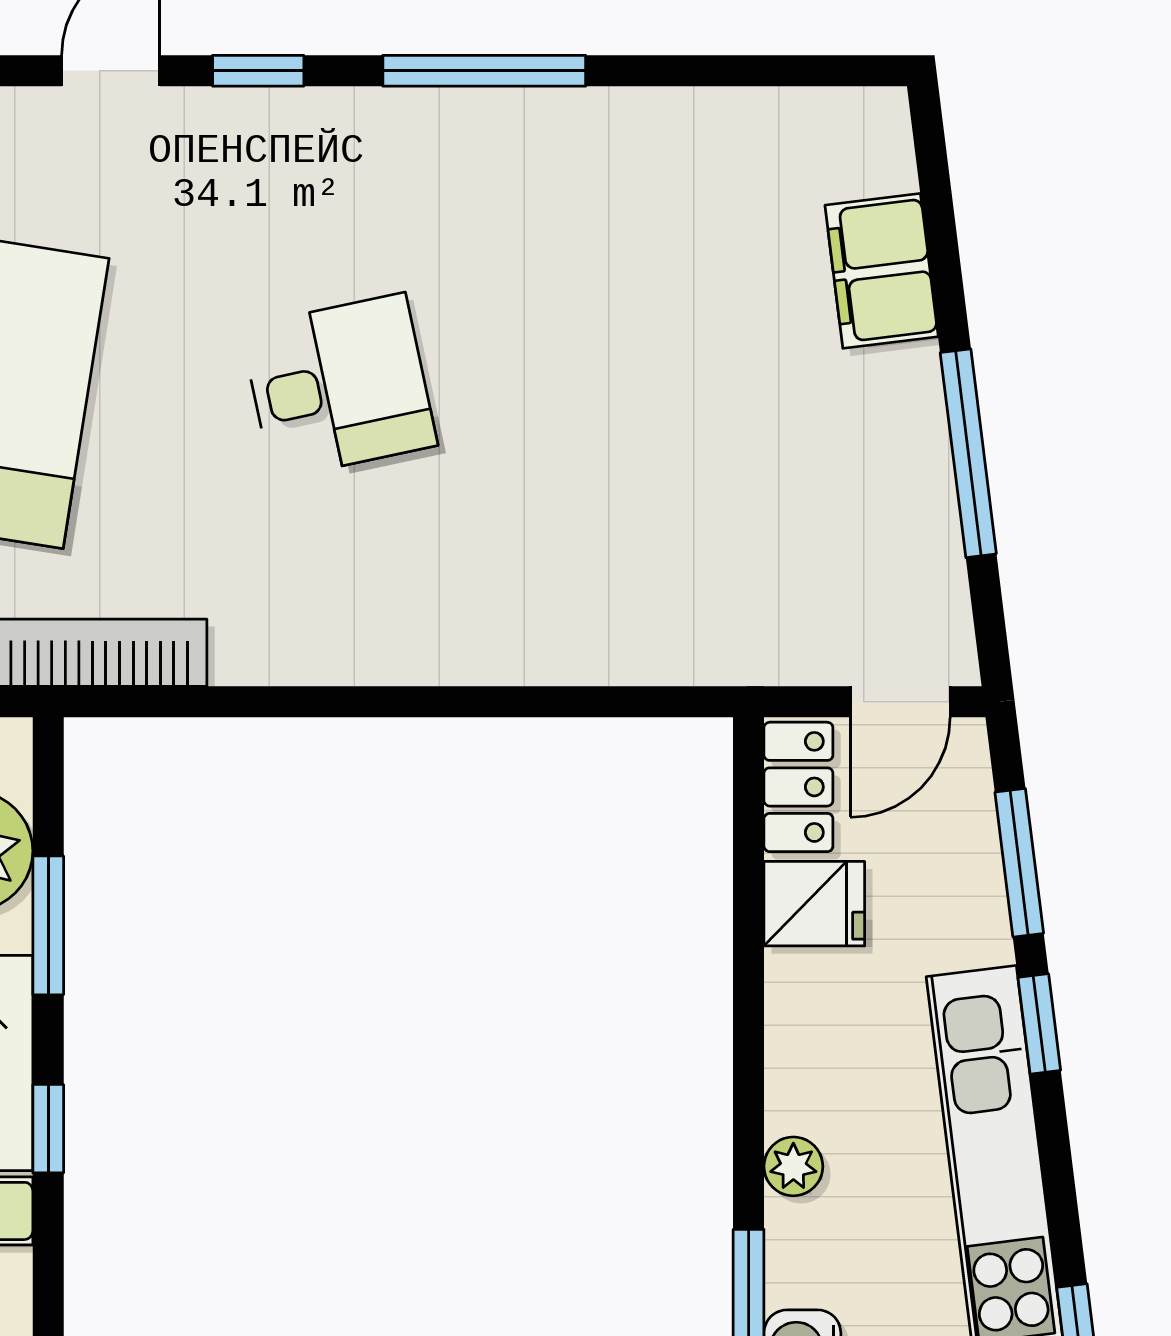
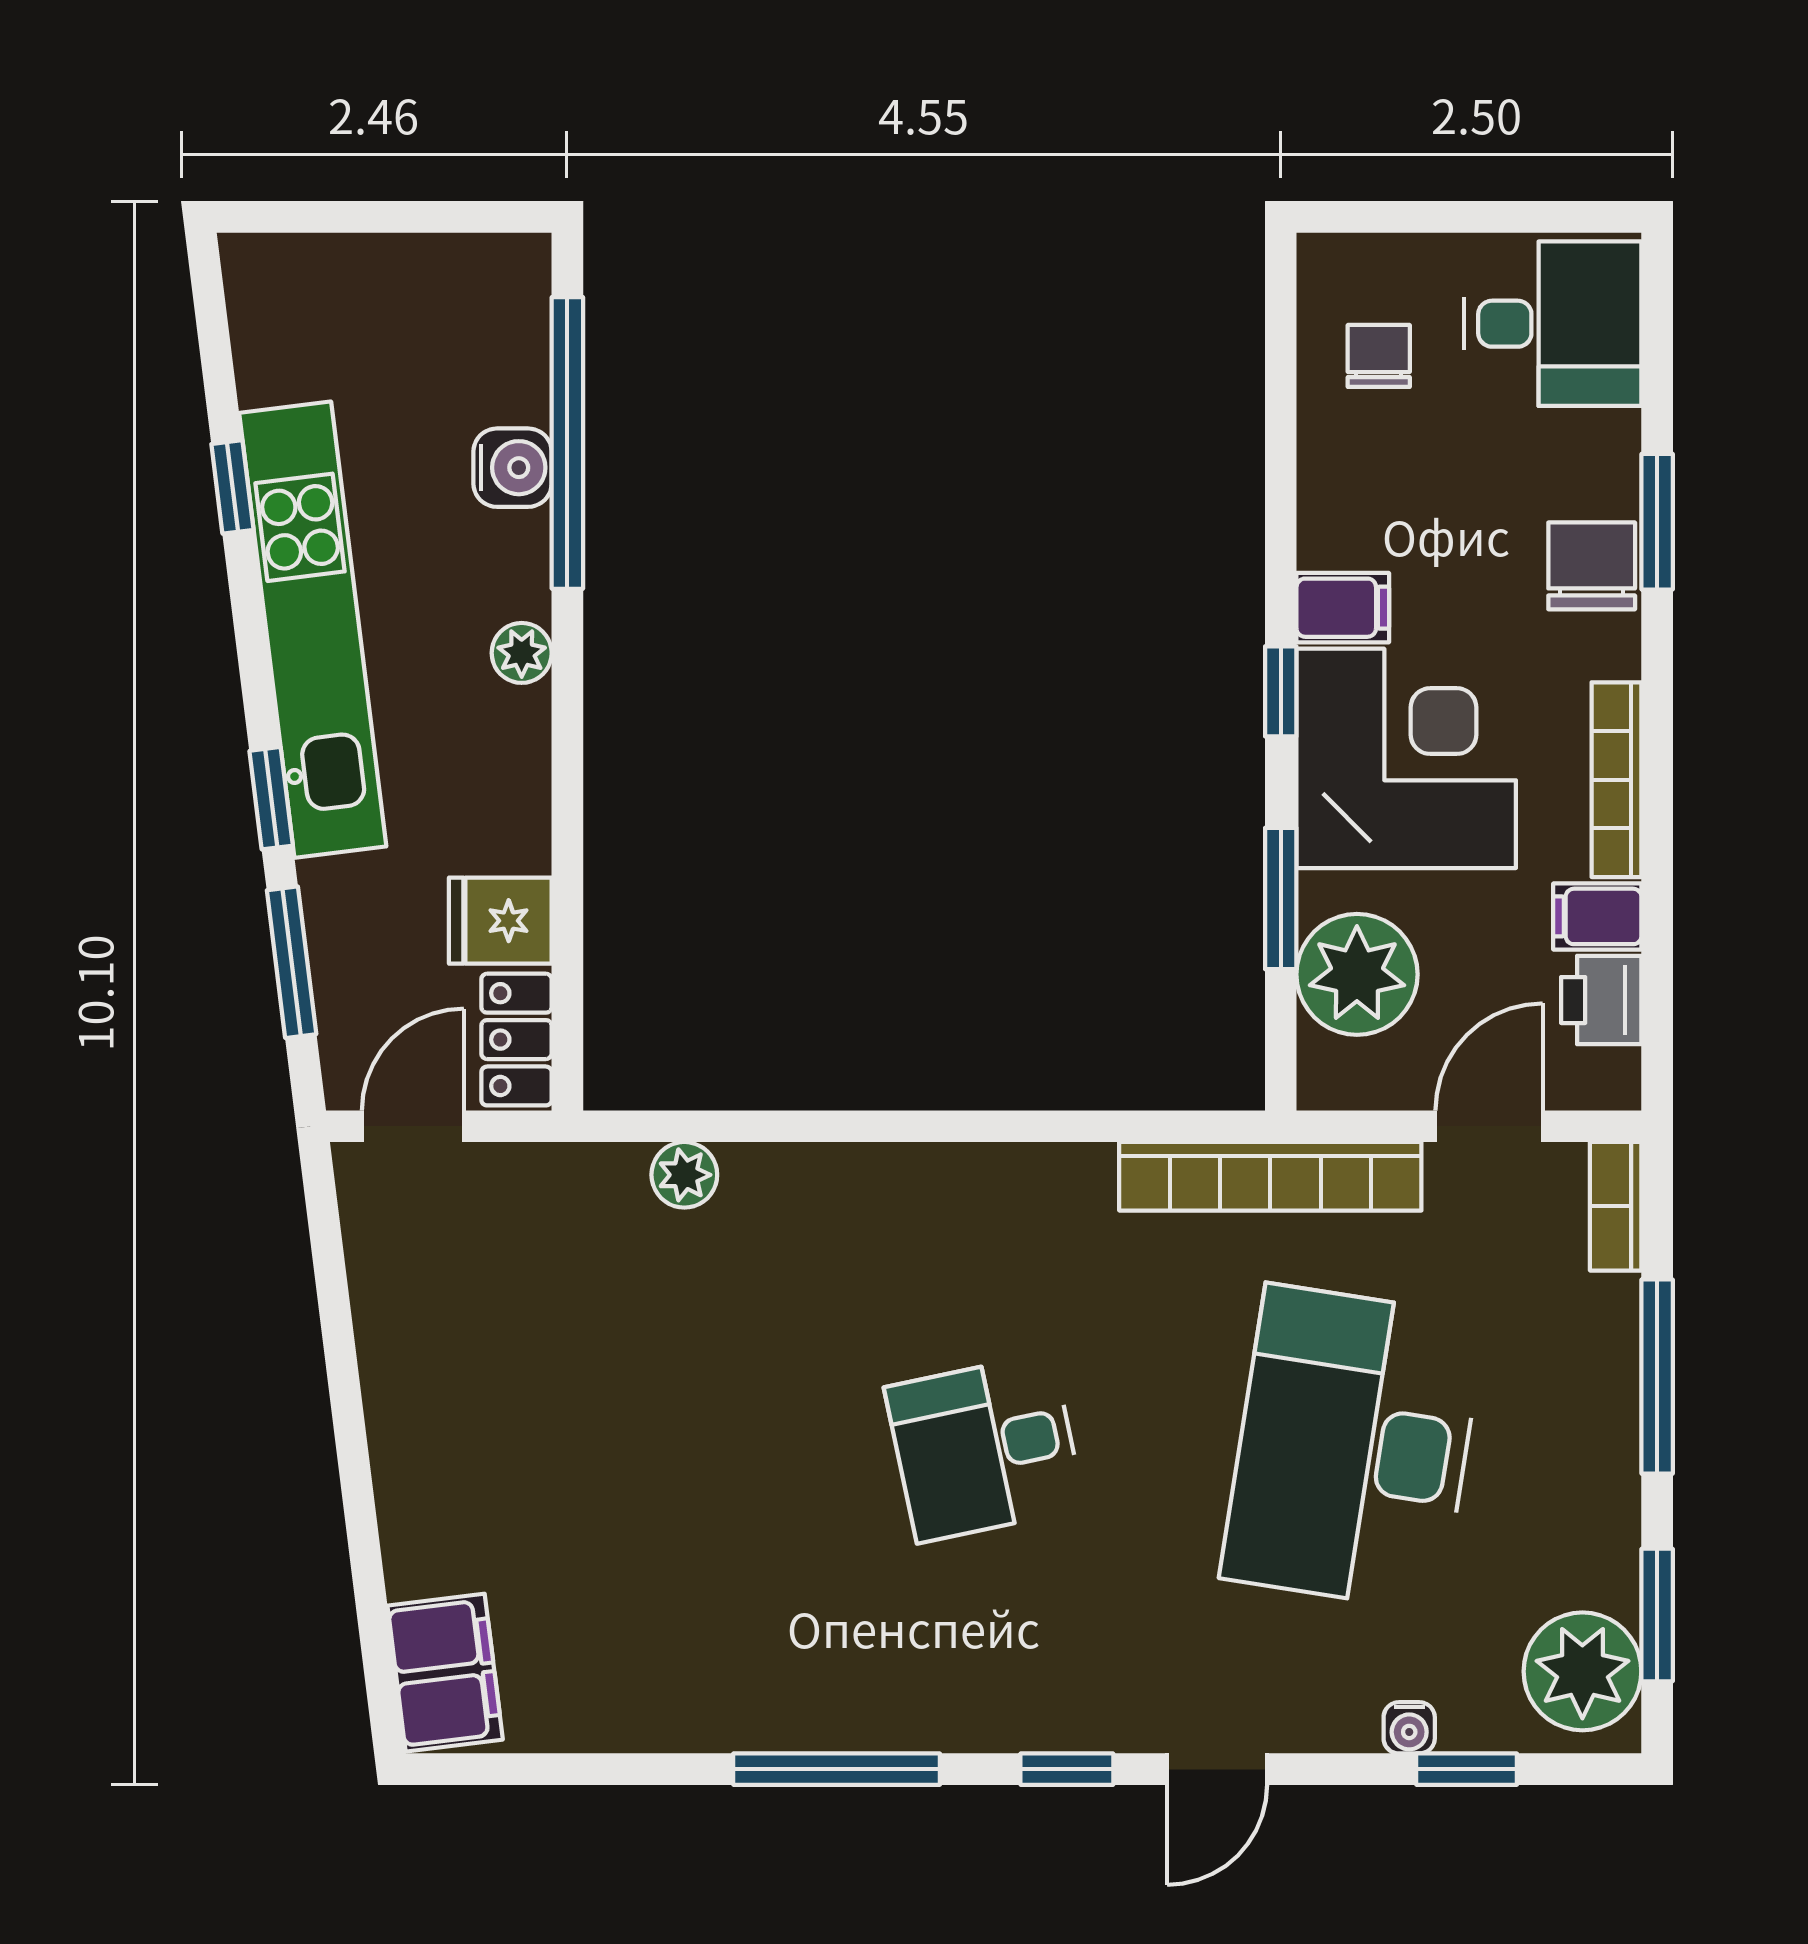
filing cabinet: (882, 271) -> (445, 1673), moved
window: (968, 453) -> (343, 1380), removed
plant: (634, 654) -> (684, 1175), added

